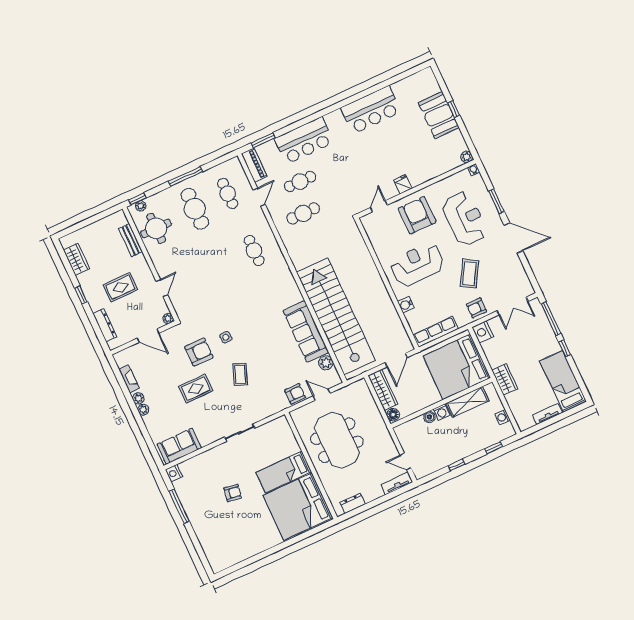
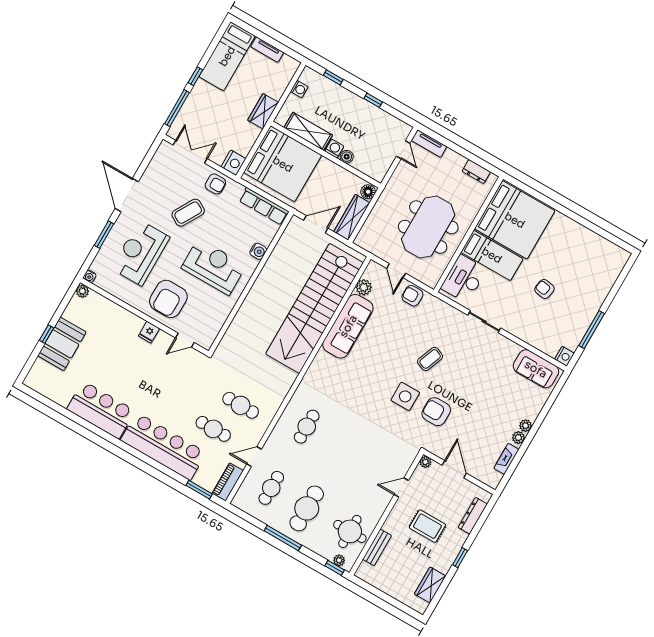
bar counter: (304, 141) -> (163, 446), width x1.36
reception desk: (417, 264) -> (214, 267), turned 180
side table: (226, 337) -> (405, 396), width x1.87, depth x1.87
rug: (196, 389) -> (472, 391), removed
desk: (281, 440) -> (464, 279), added

